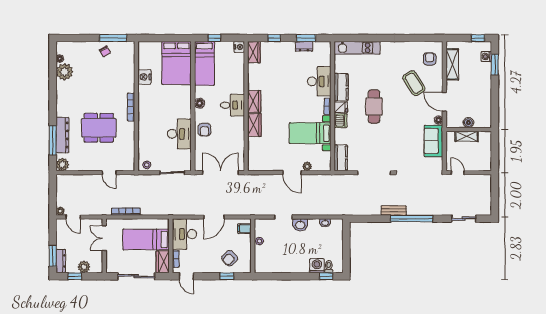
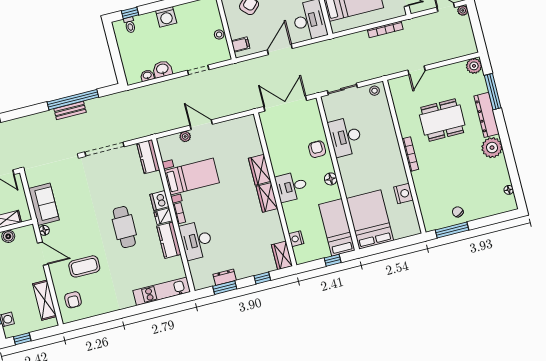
nightstand: (239, 47) -> (296, 239), moved
plant: (65, 72) -> (492, 148), moved
coffee table: (414, 83) -> (84, 266), turned -57
dresser: (62, 135) -> (487, 115), moved
door: (109, 173) -> (417, 70), swing flipped
double door: (221, 173) -> (285, 103), swing flipped
window: (412, 219) -> (73, 100), moved
washbasin: (300, 225) -> (162, 69), moved
washing machine: (317, 266) -> (166, 17), moved

